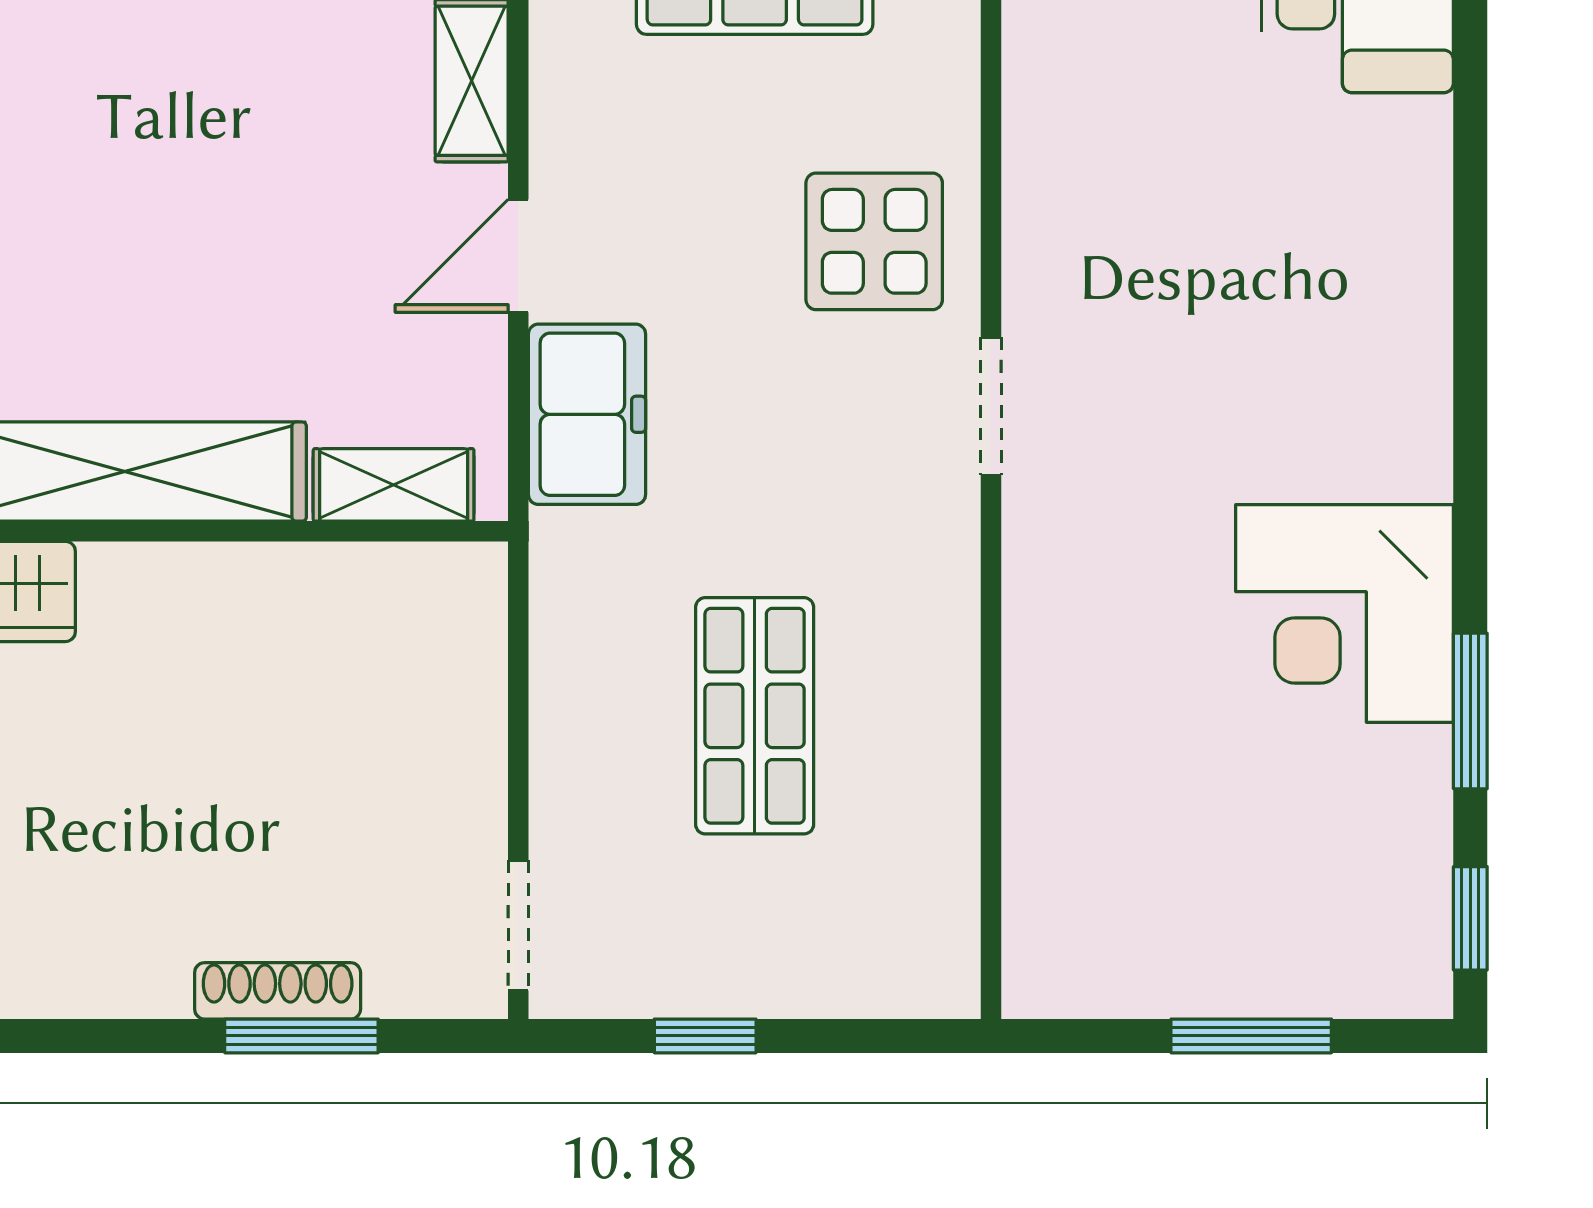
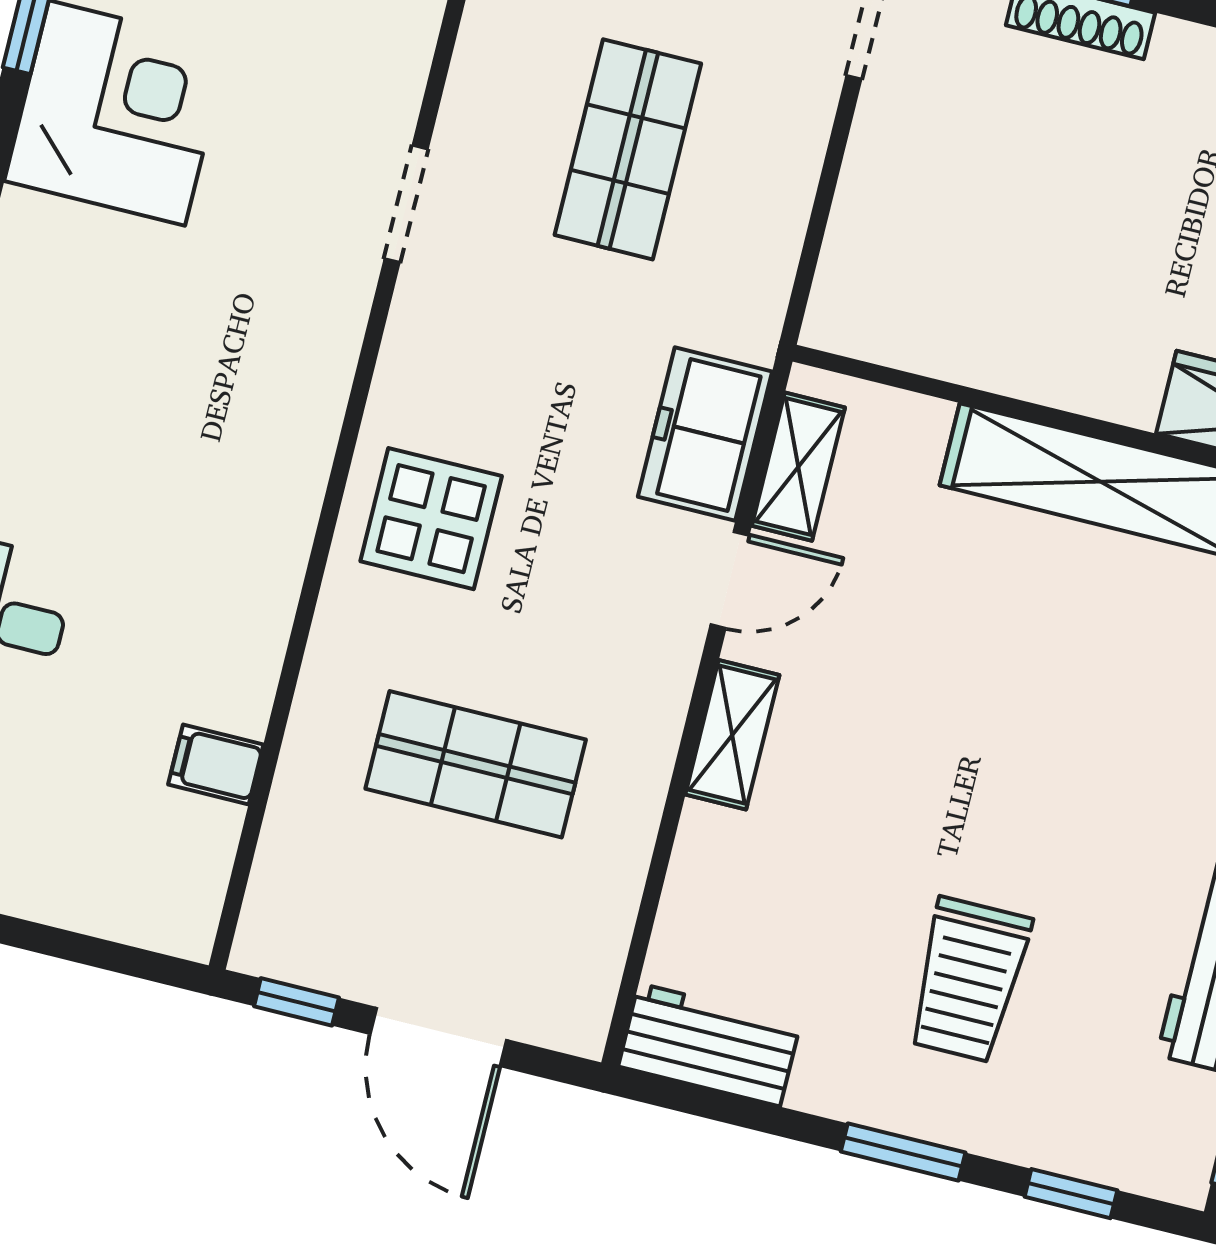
doorway: (991, 406) -> (406, 204), moved
shelving: (394, 485) -> (798, 467), moved, turned 90

